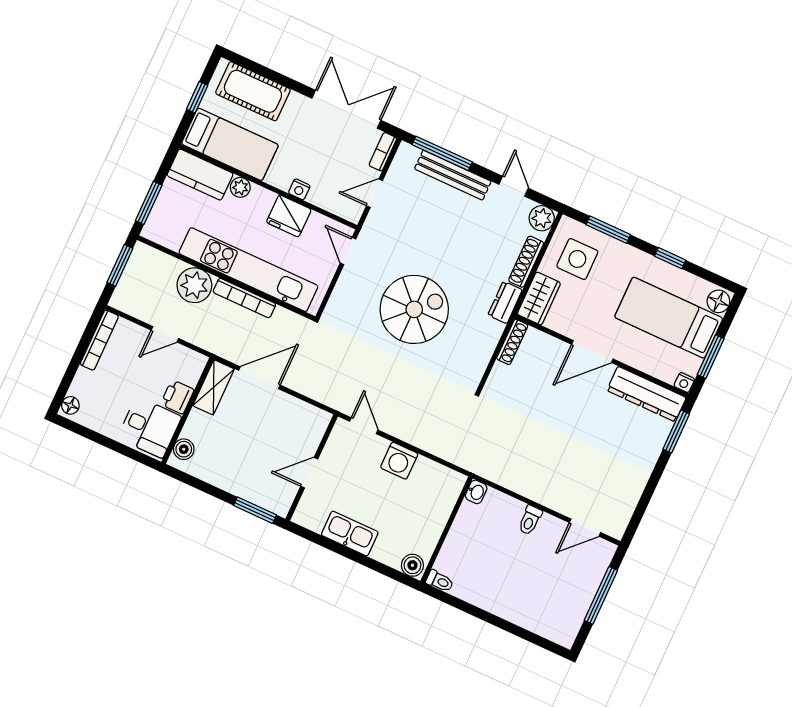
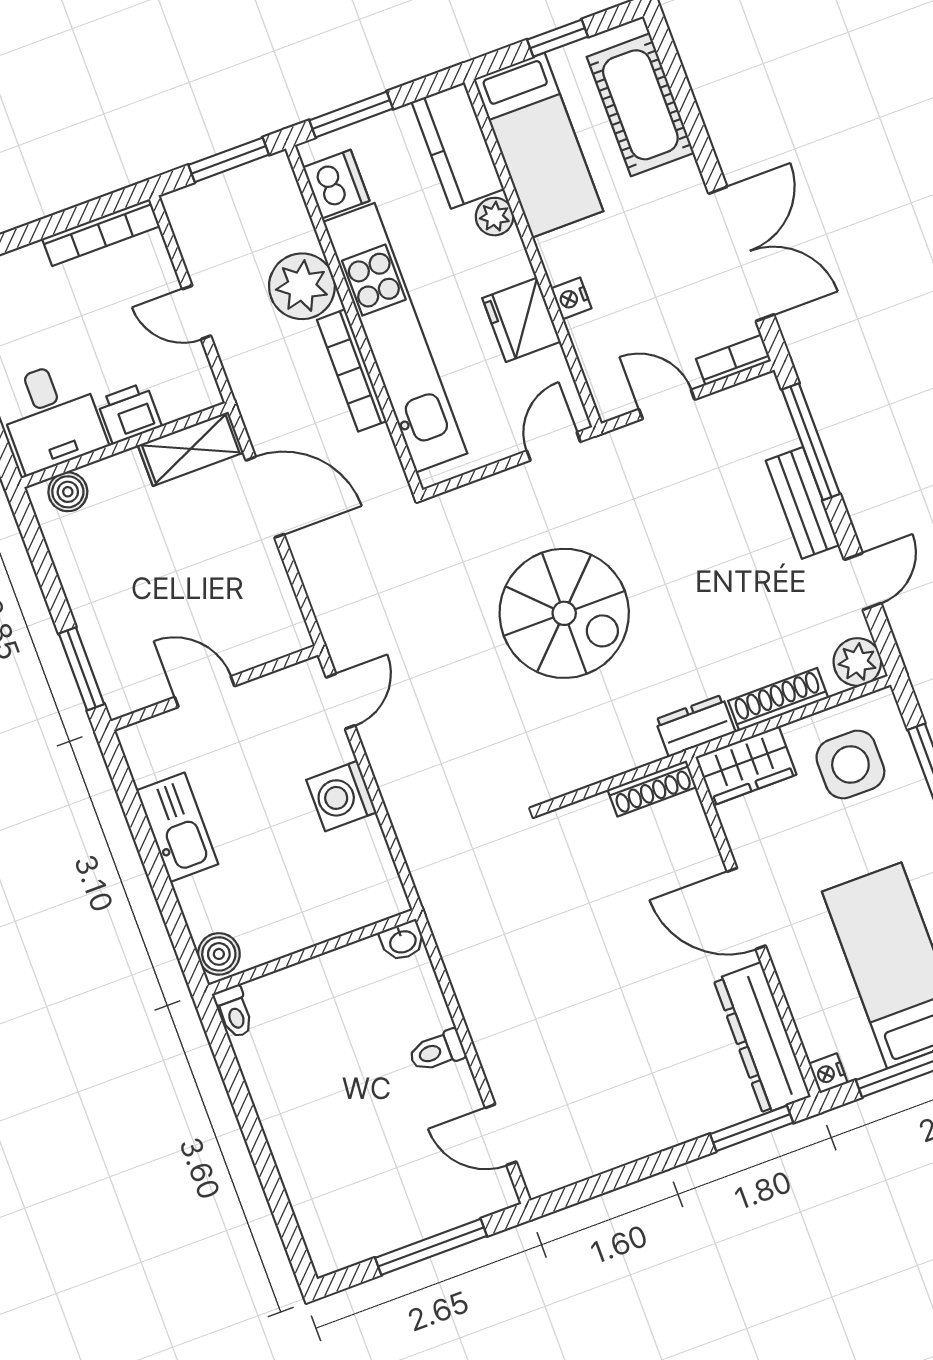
bench: (453, 175) -> (803, 503), width x0.73
dishwasher: (169, 234) -> (336, 184), added

